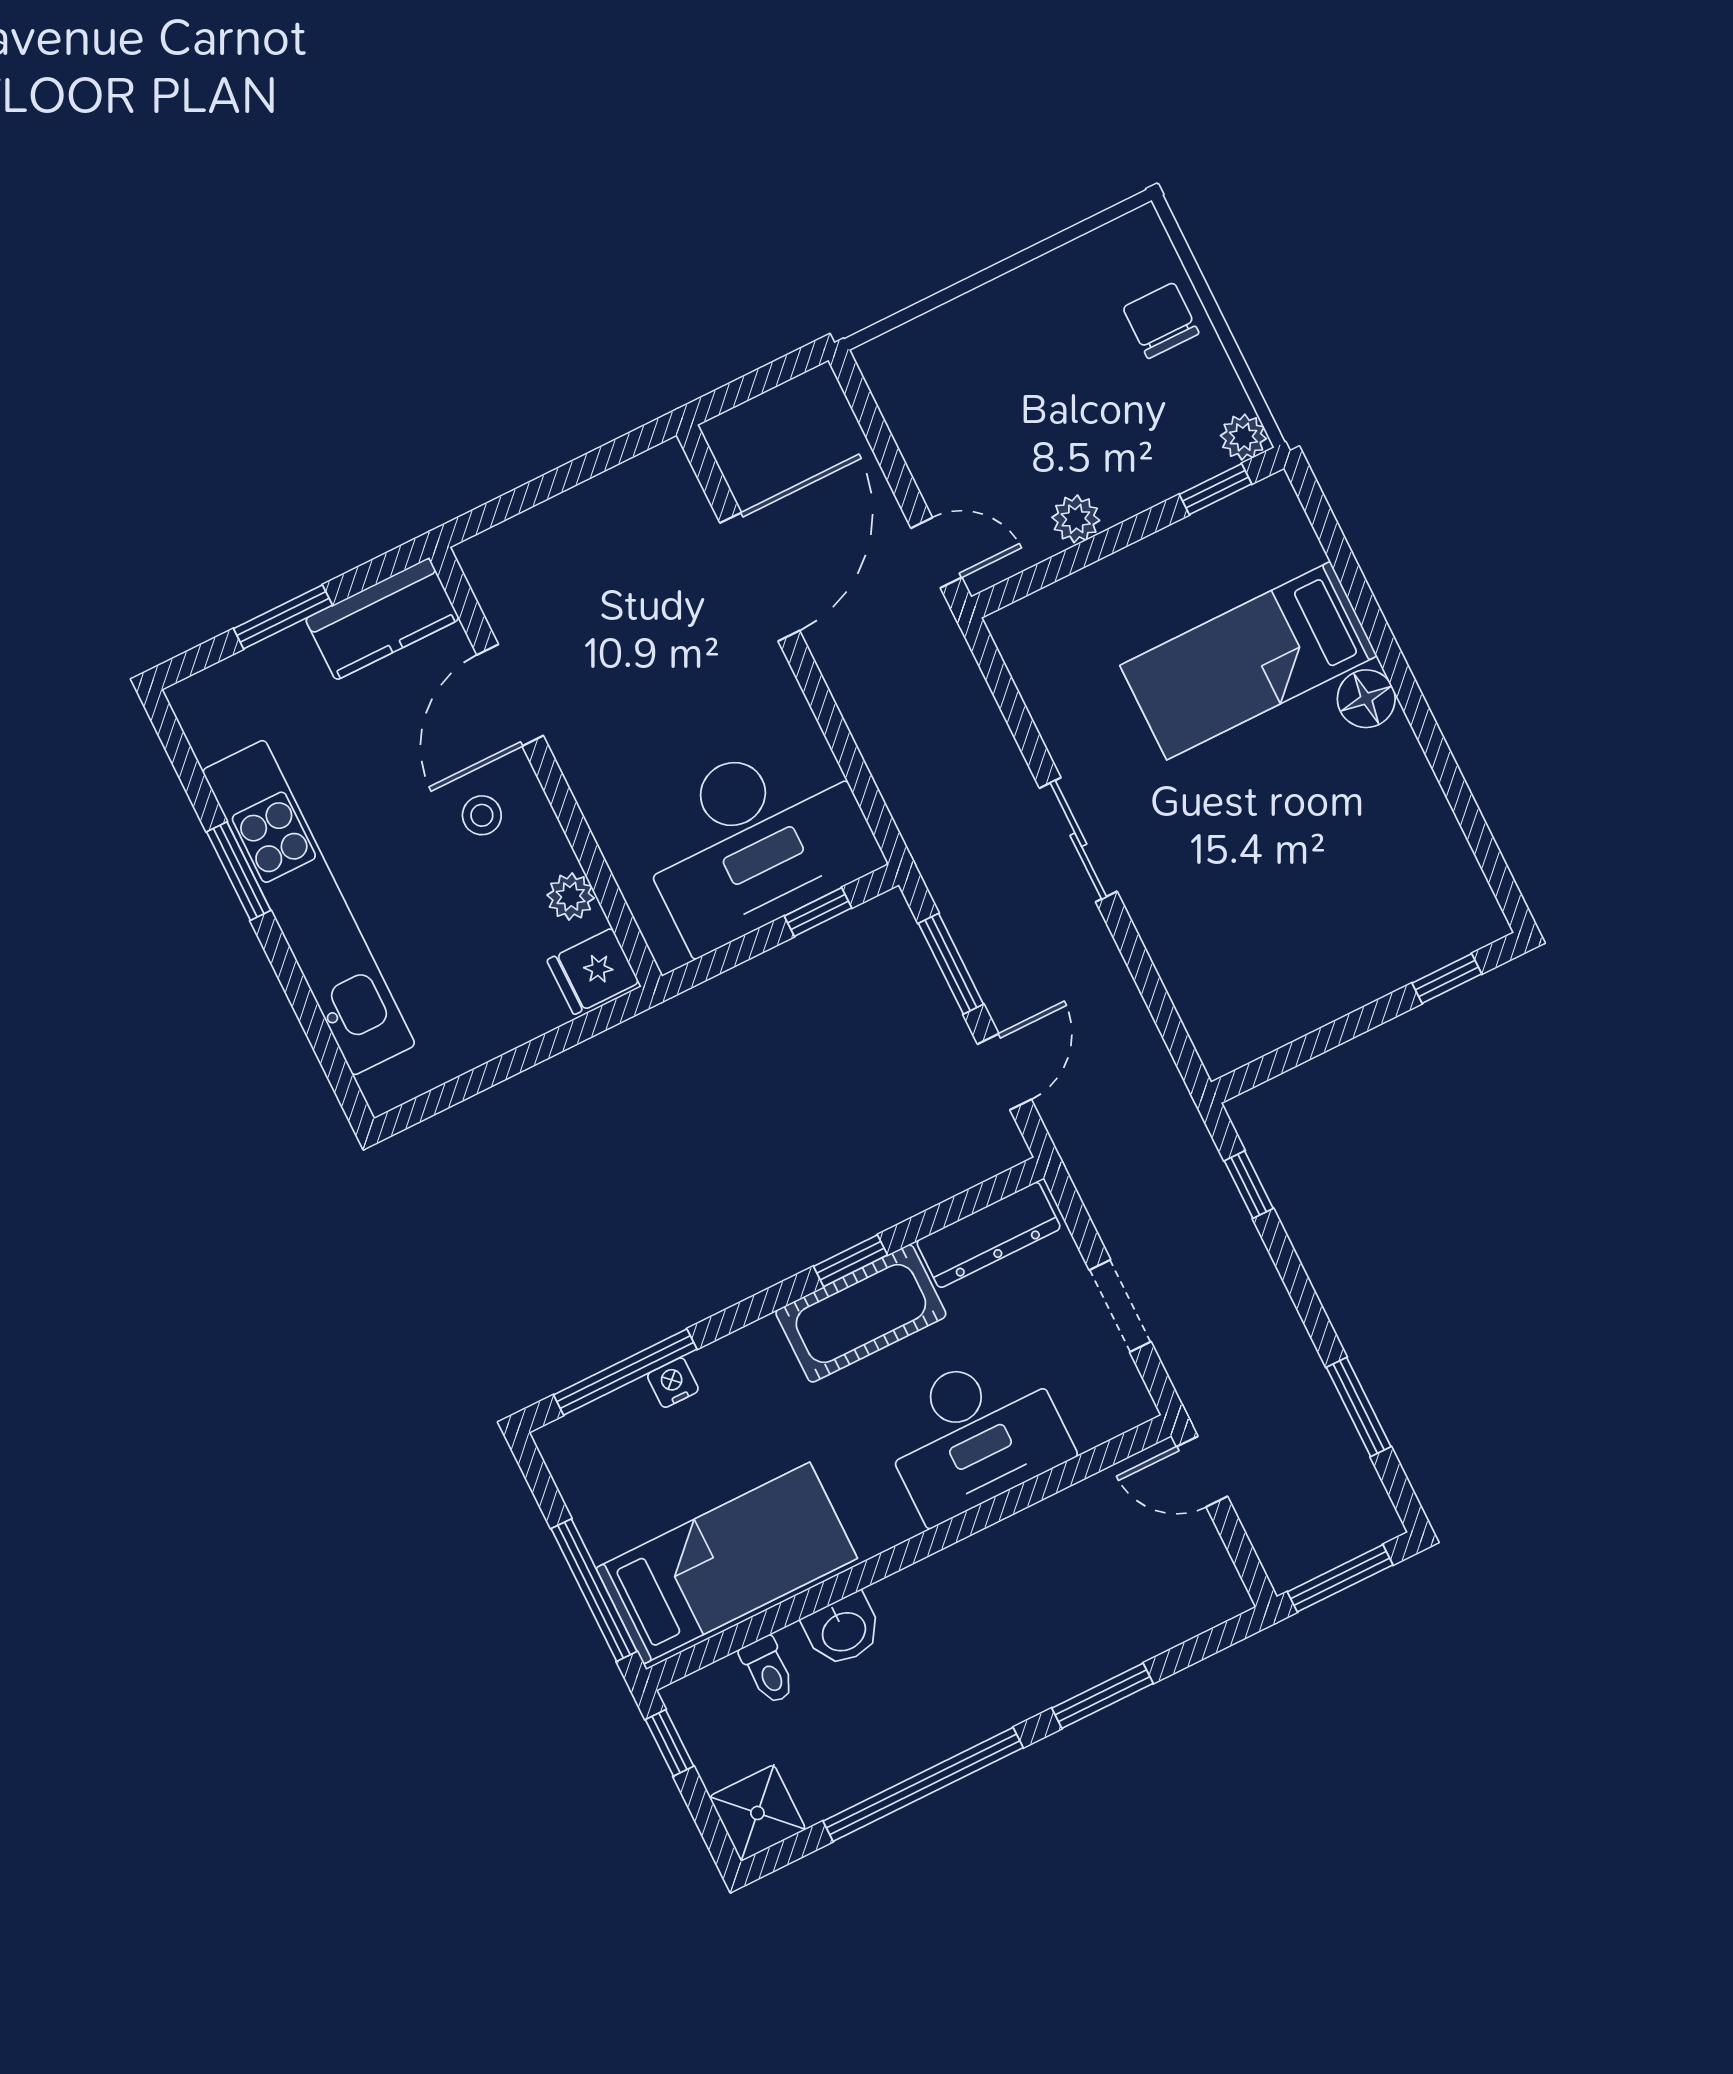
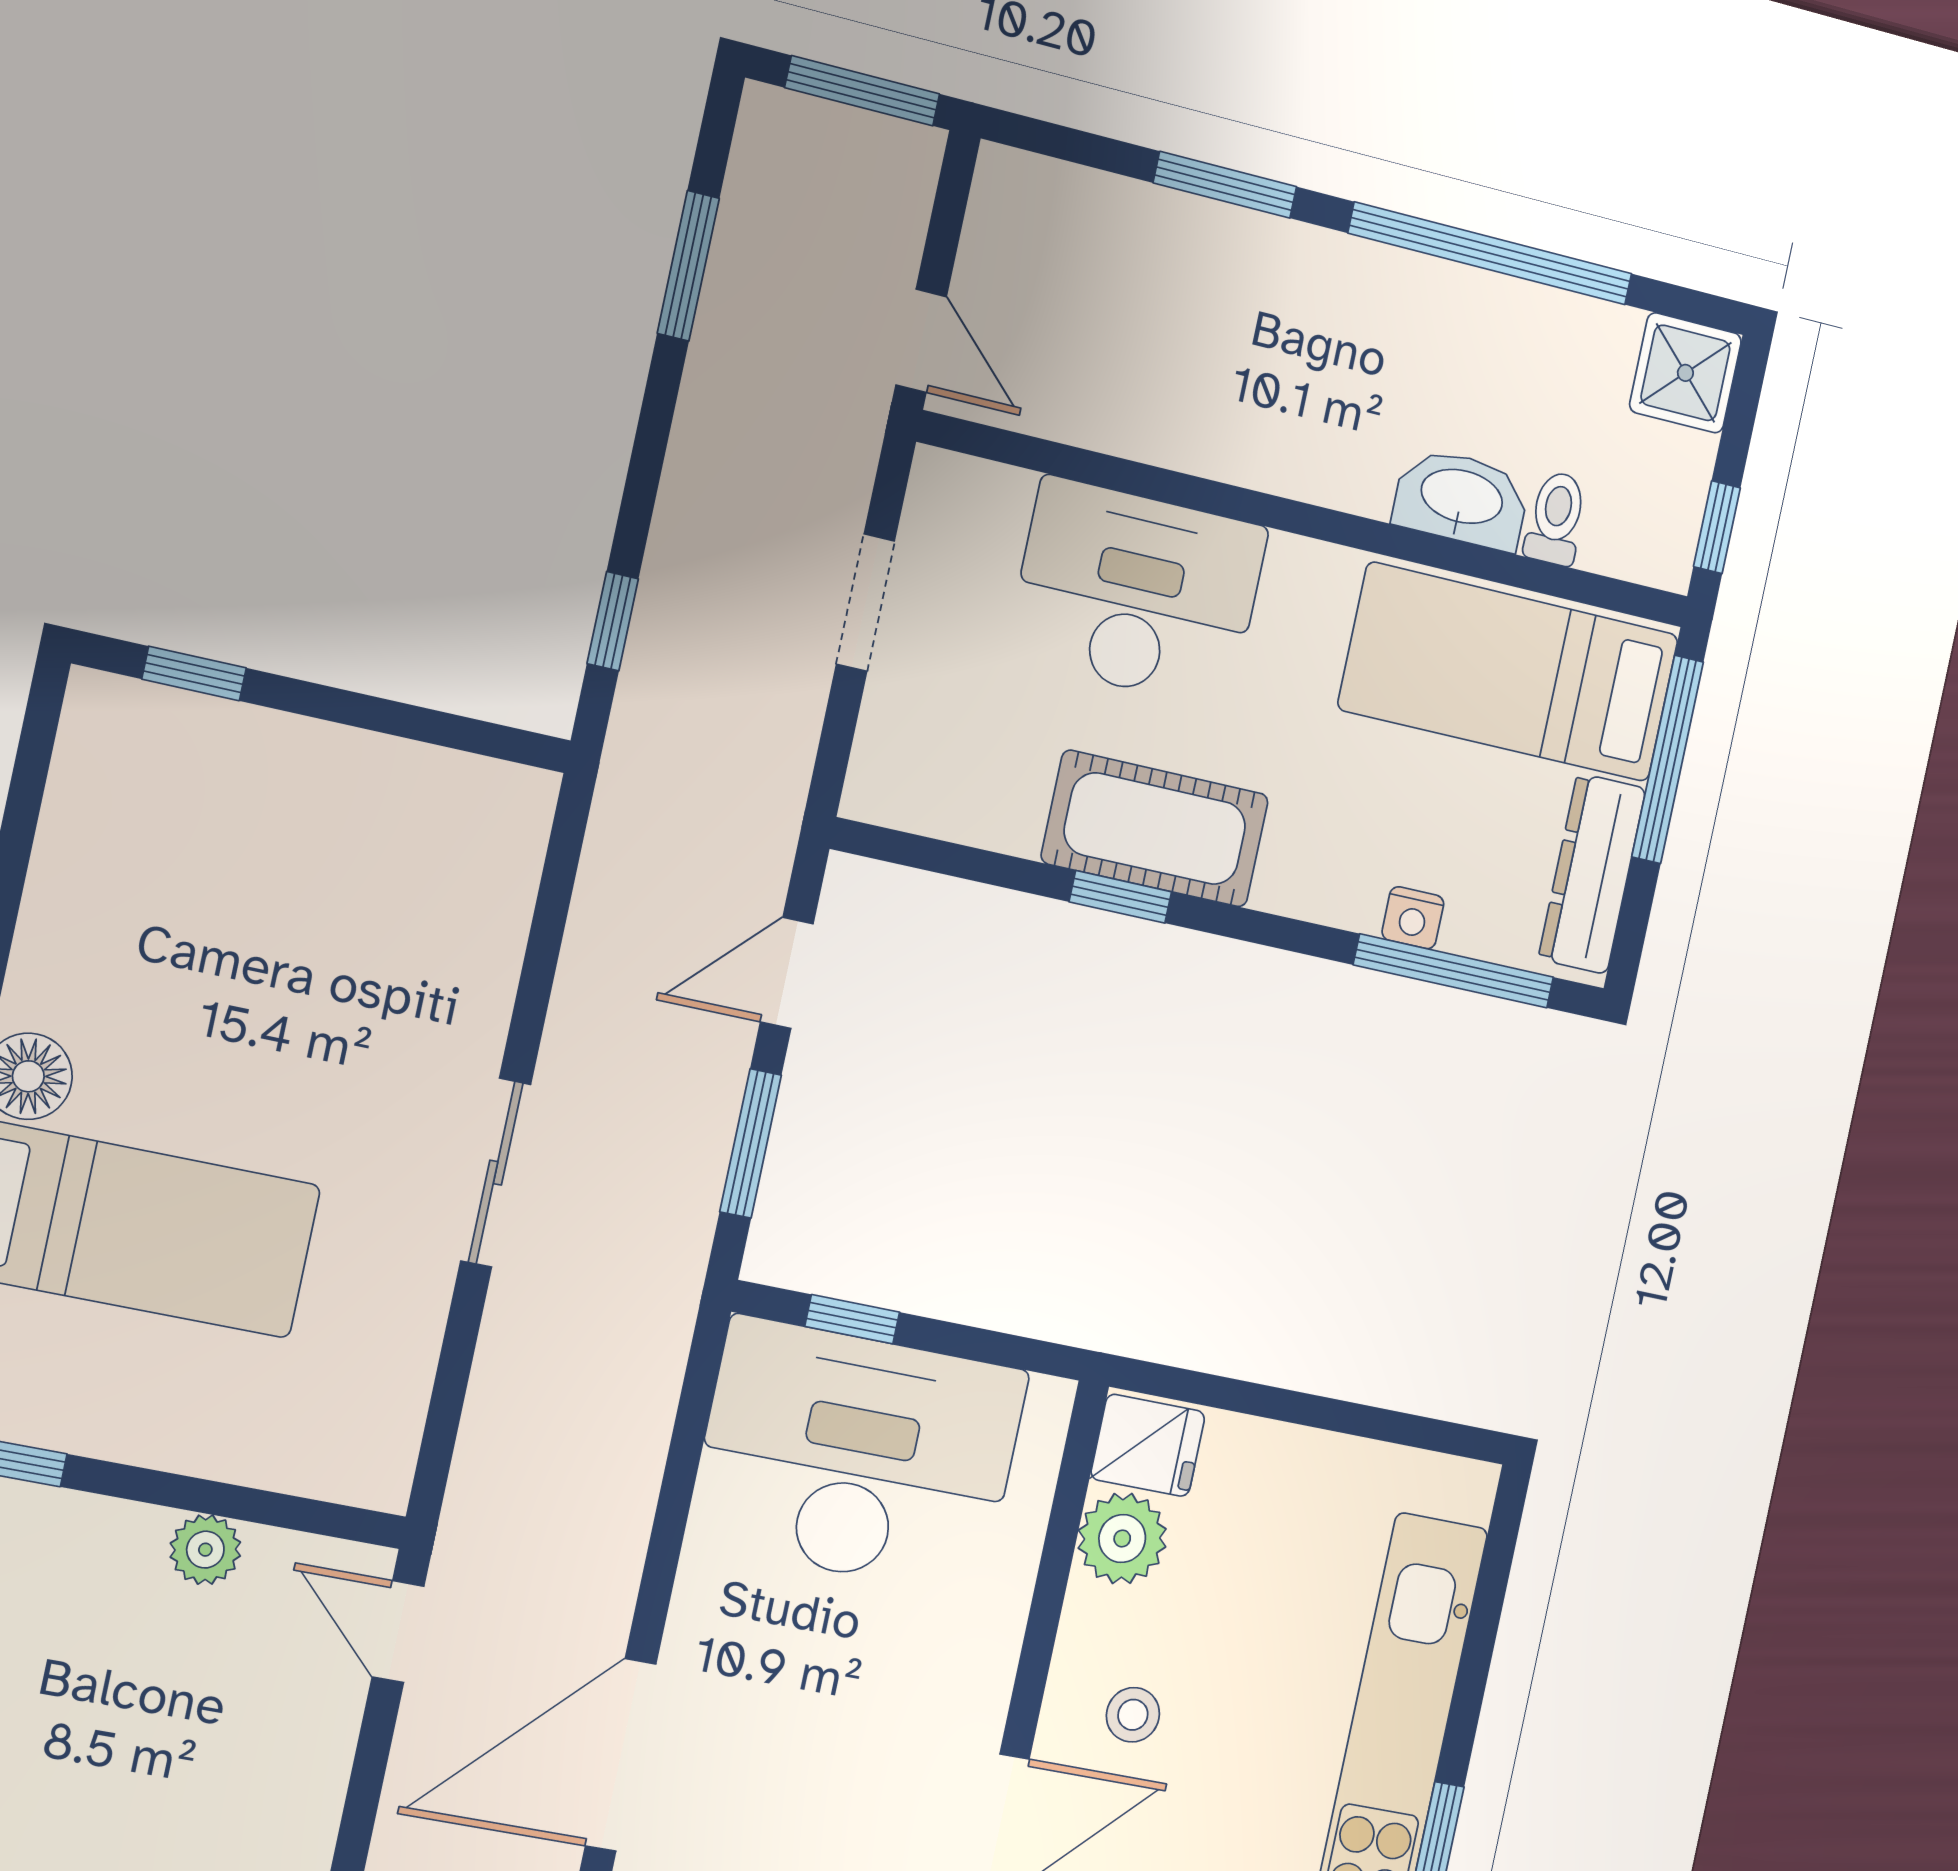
plant: (571, 897) -> (1122, 1538), width x1.38, depth x1.38
dresser: (989, 1235) -> (1592, 874), moved, turned -90
washbasin: (843, 1630) -> (1461, 499), width x1.38

